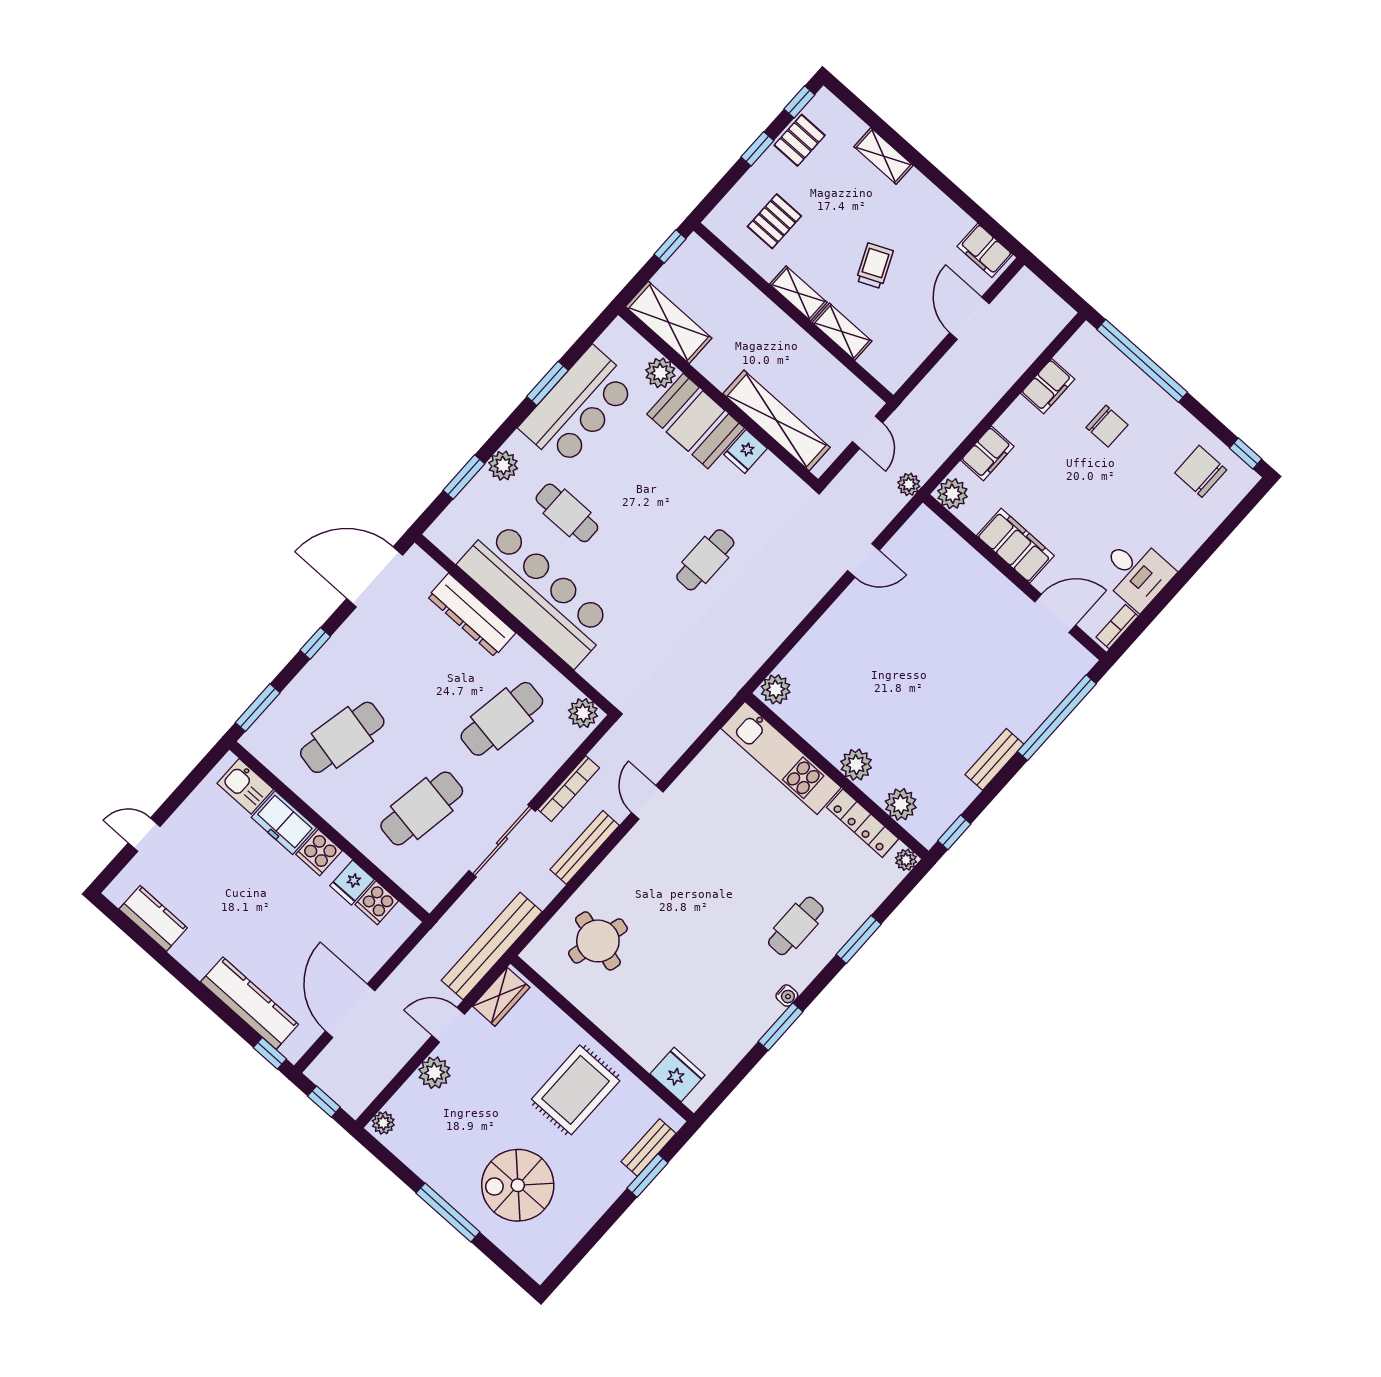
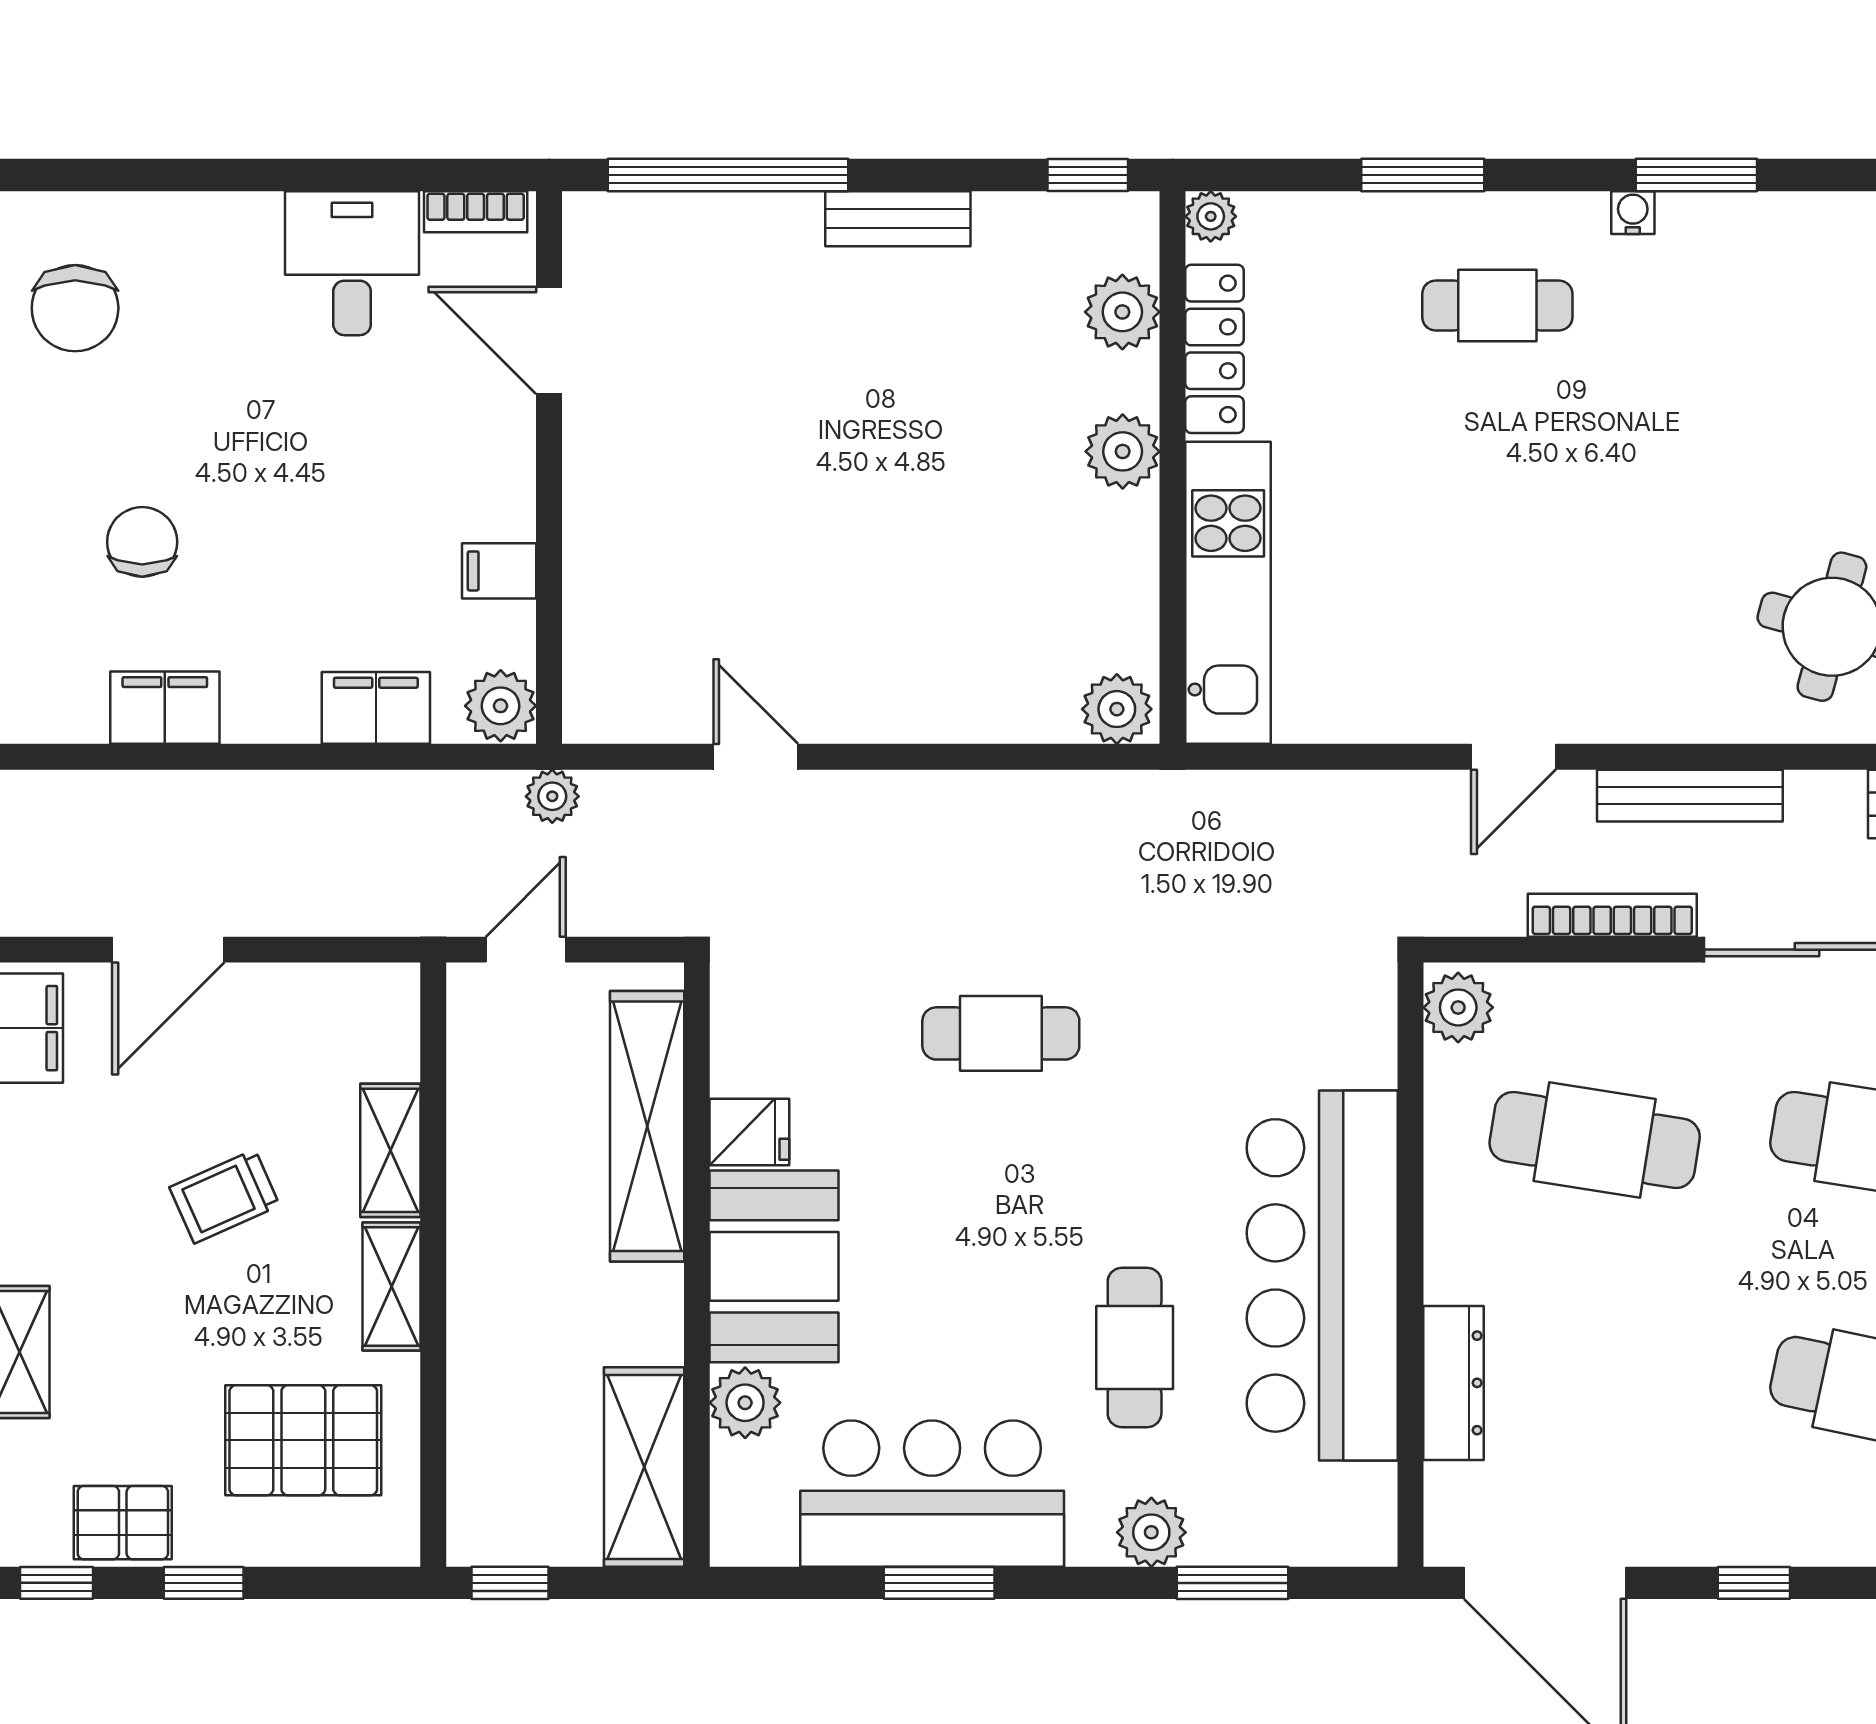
pallet: (774, 221) -> (303, 1440), width x1.50, depth x1.42
filing cabinet: (1015, 546) -> (499, 571), width x0.33, depth x0.86
dresser: (472, 615) -> (1453, 1383), width x0.73, depth x0.80

